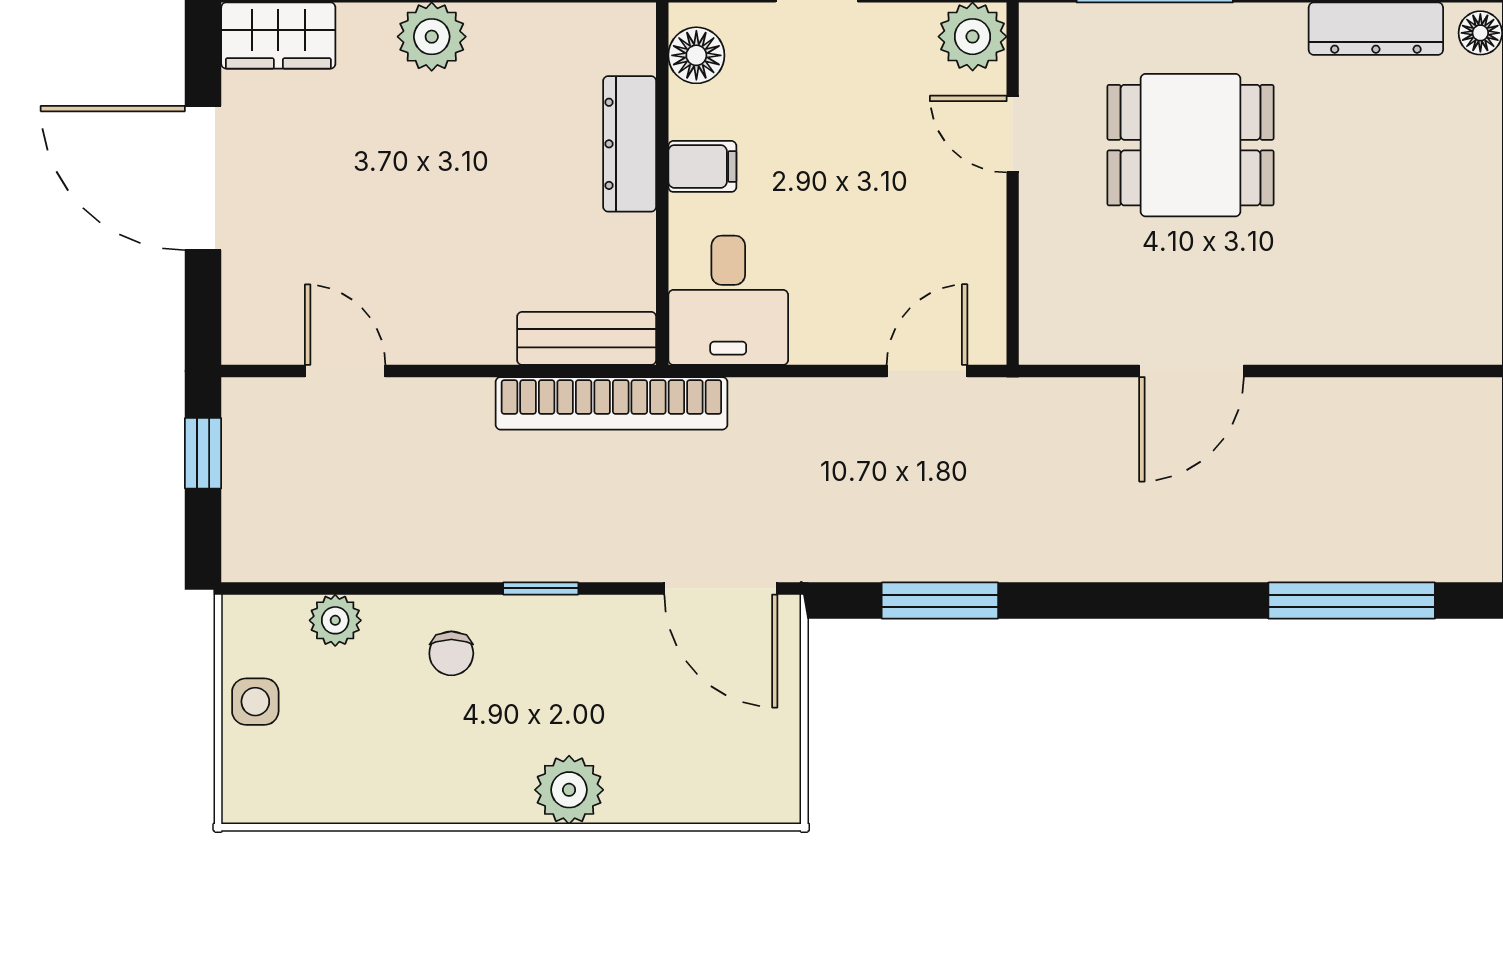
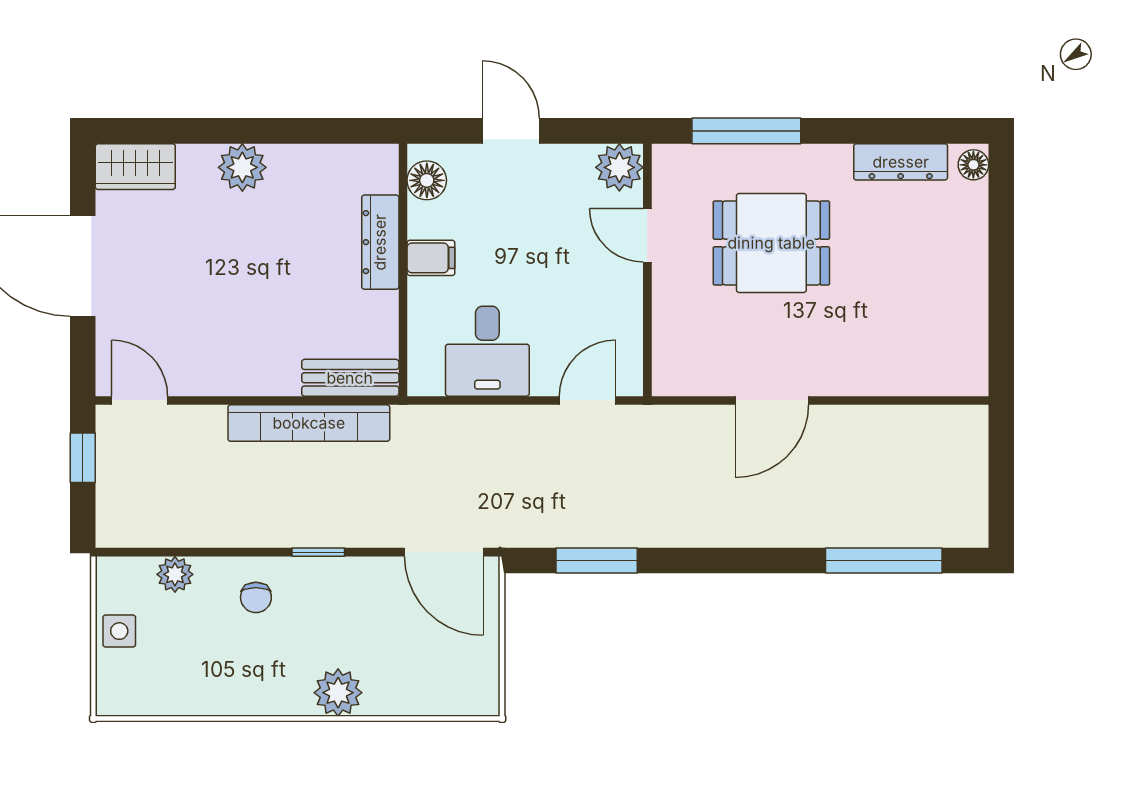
desk: (728, 300) -> (487, 351), moved
door: (345, 371) -> (140, 400), moved
bookcase: (611, 403) -> (309, 423), moved

